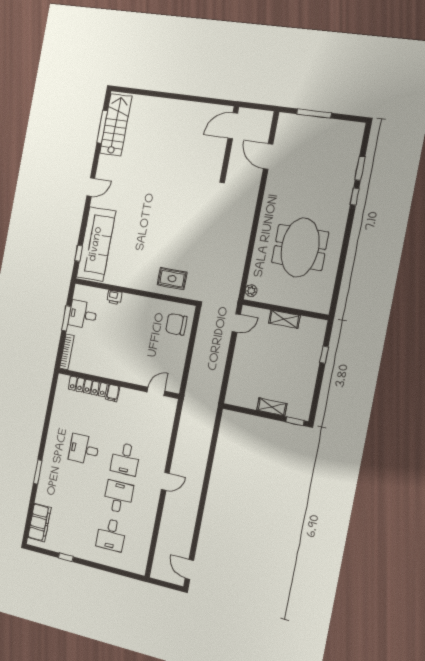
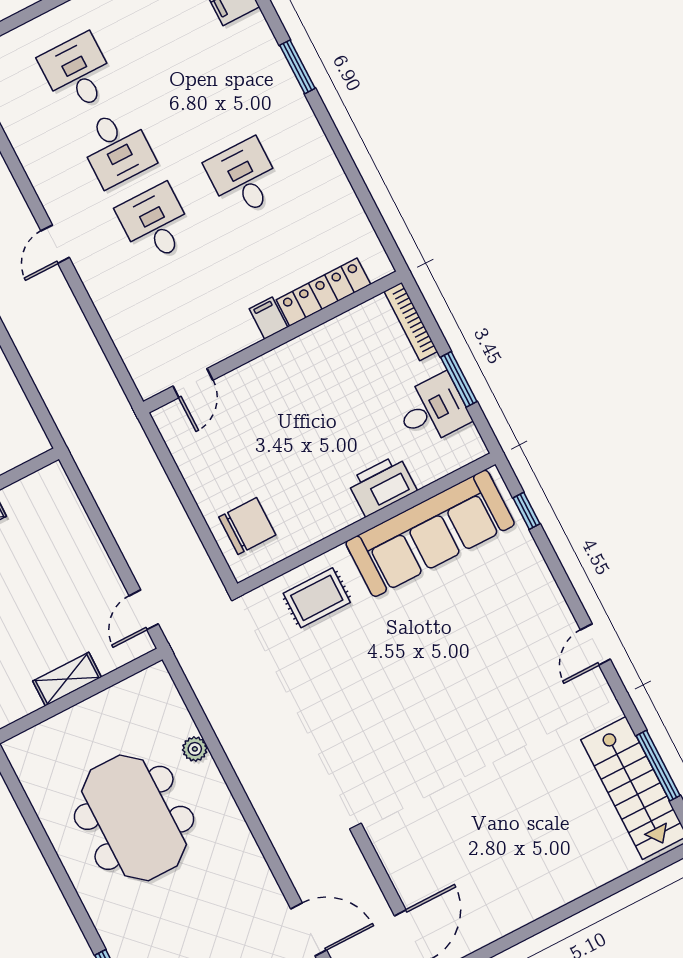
sofa: (96, 244) -> (430, 533), moved, turned -90
plant: (251, 291) -> (195, 749), moved
printer: (114, 297) -> (382, 486), width x1.87, depth x1.48
desk: (84, 449) -> (244, 178), turned -90

